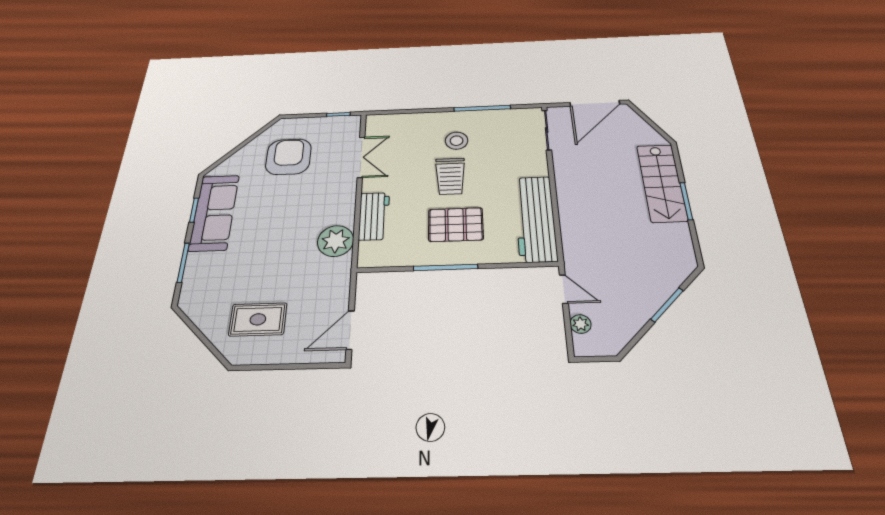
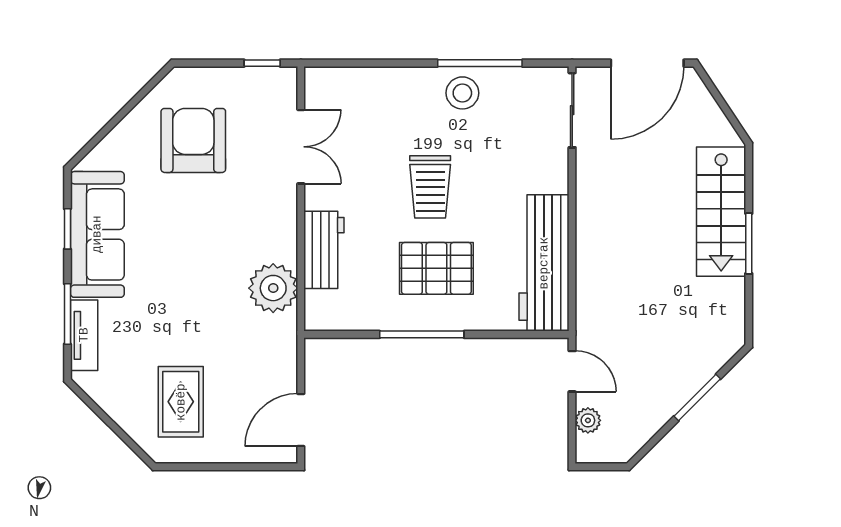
stool: (457, 141) -> (462, 93), moved
tv unit: (193, 276) -> (84, 335), added
rug: (258, 319) -> (181, 402), turned 90

